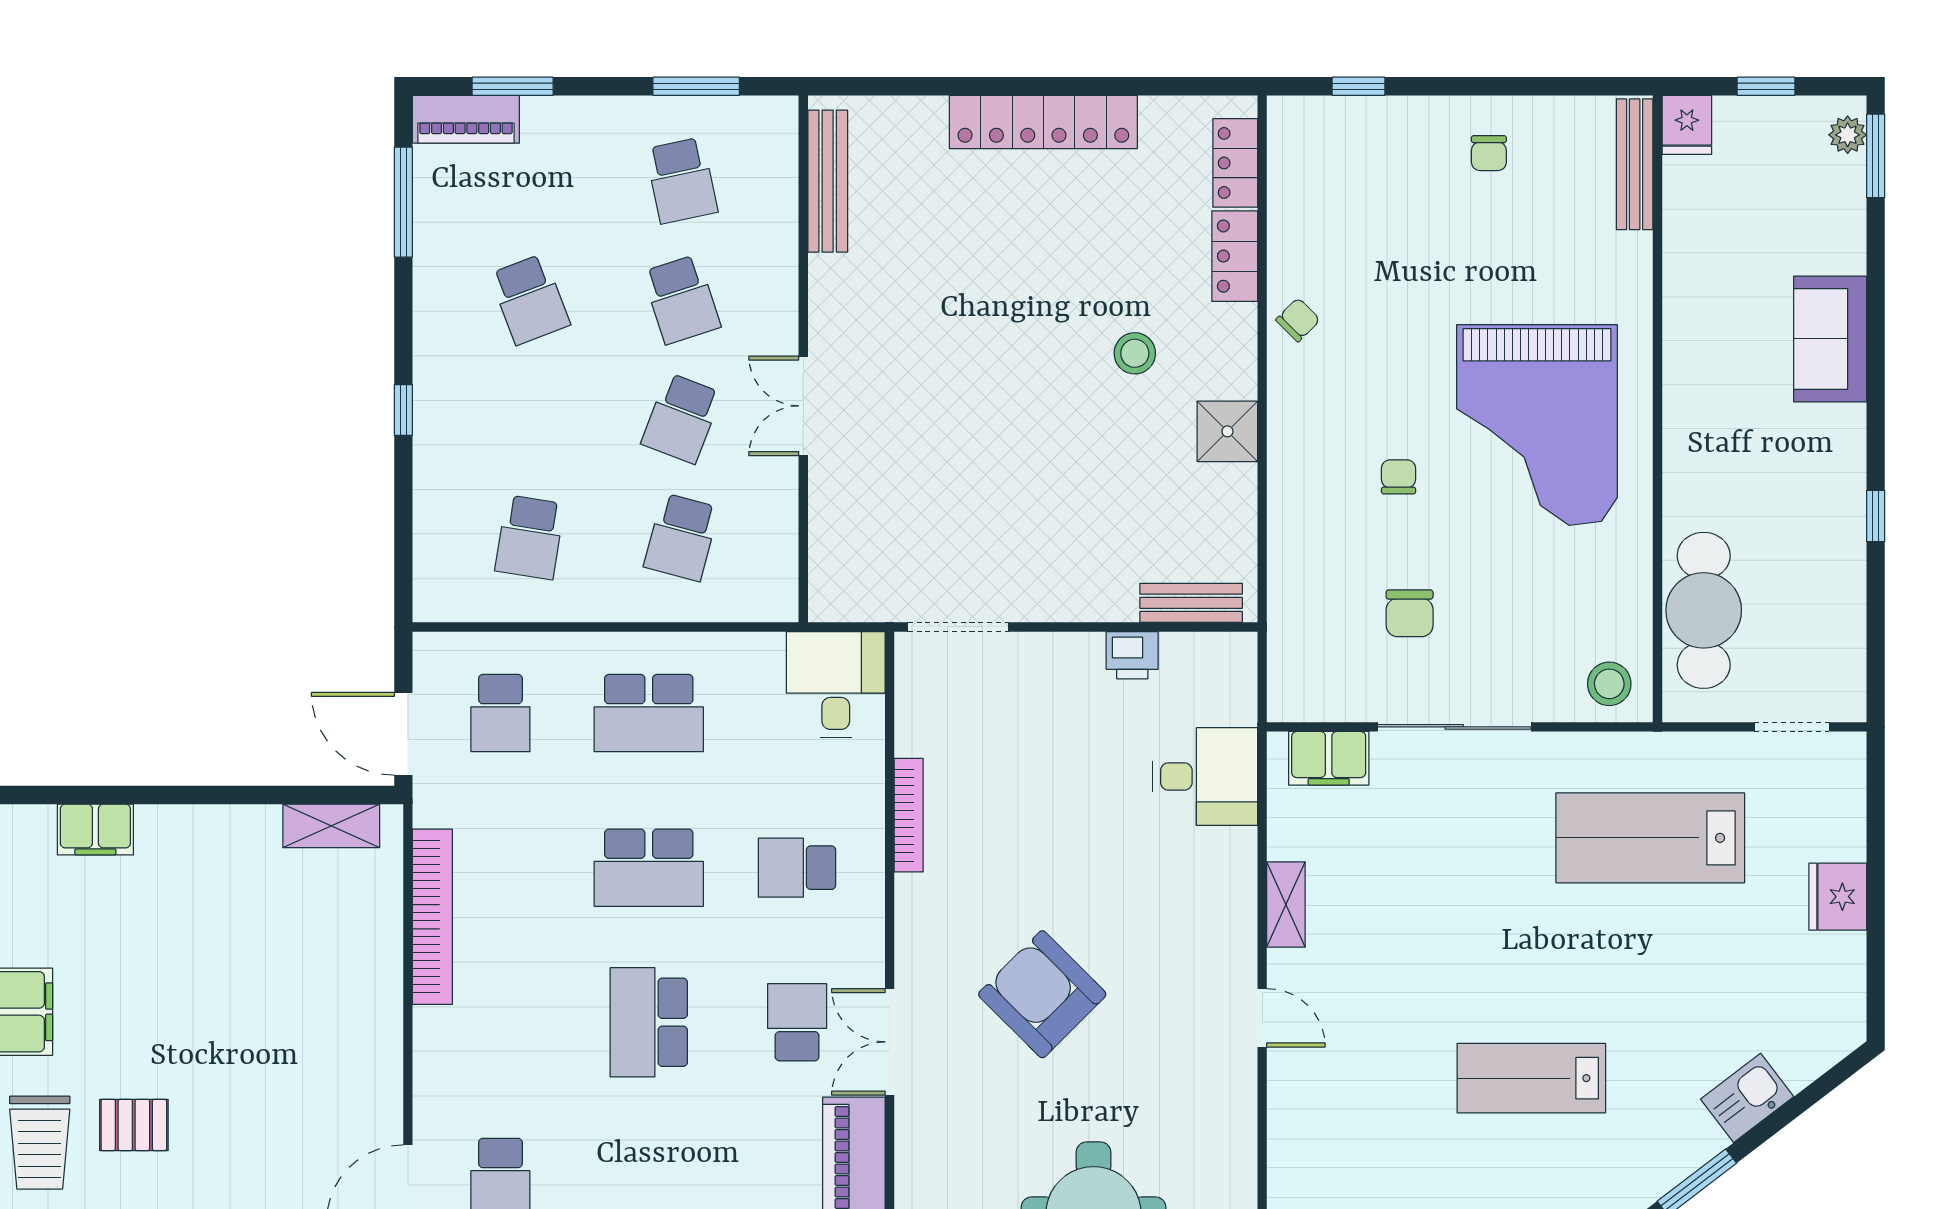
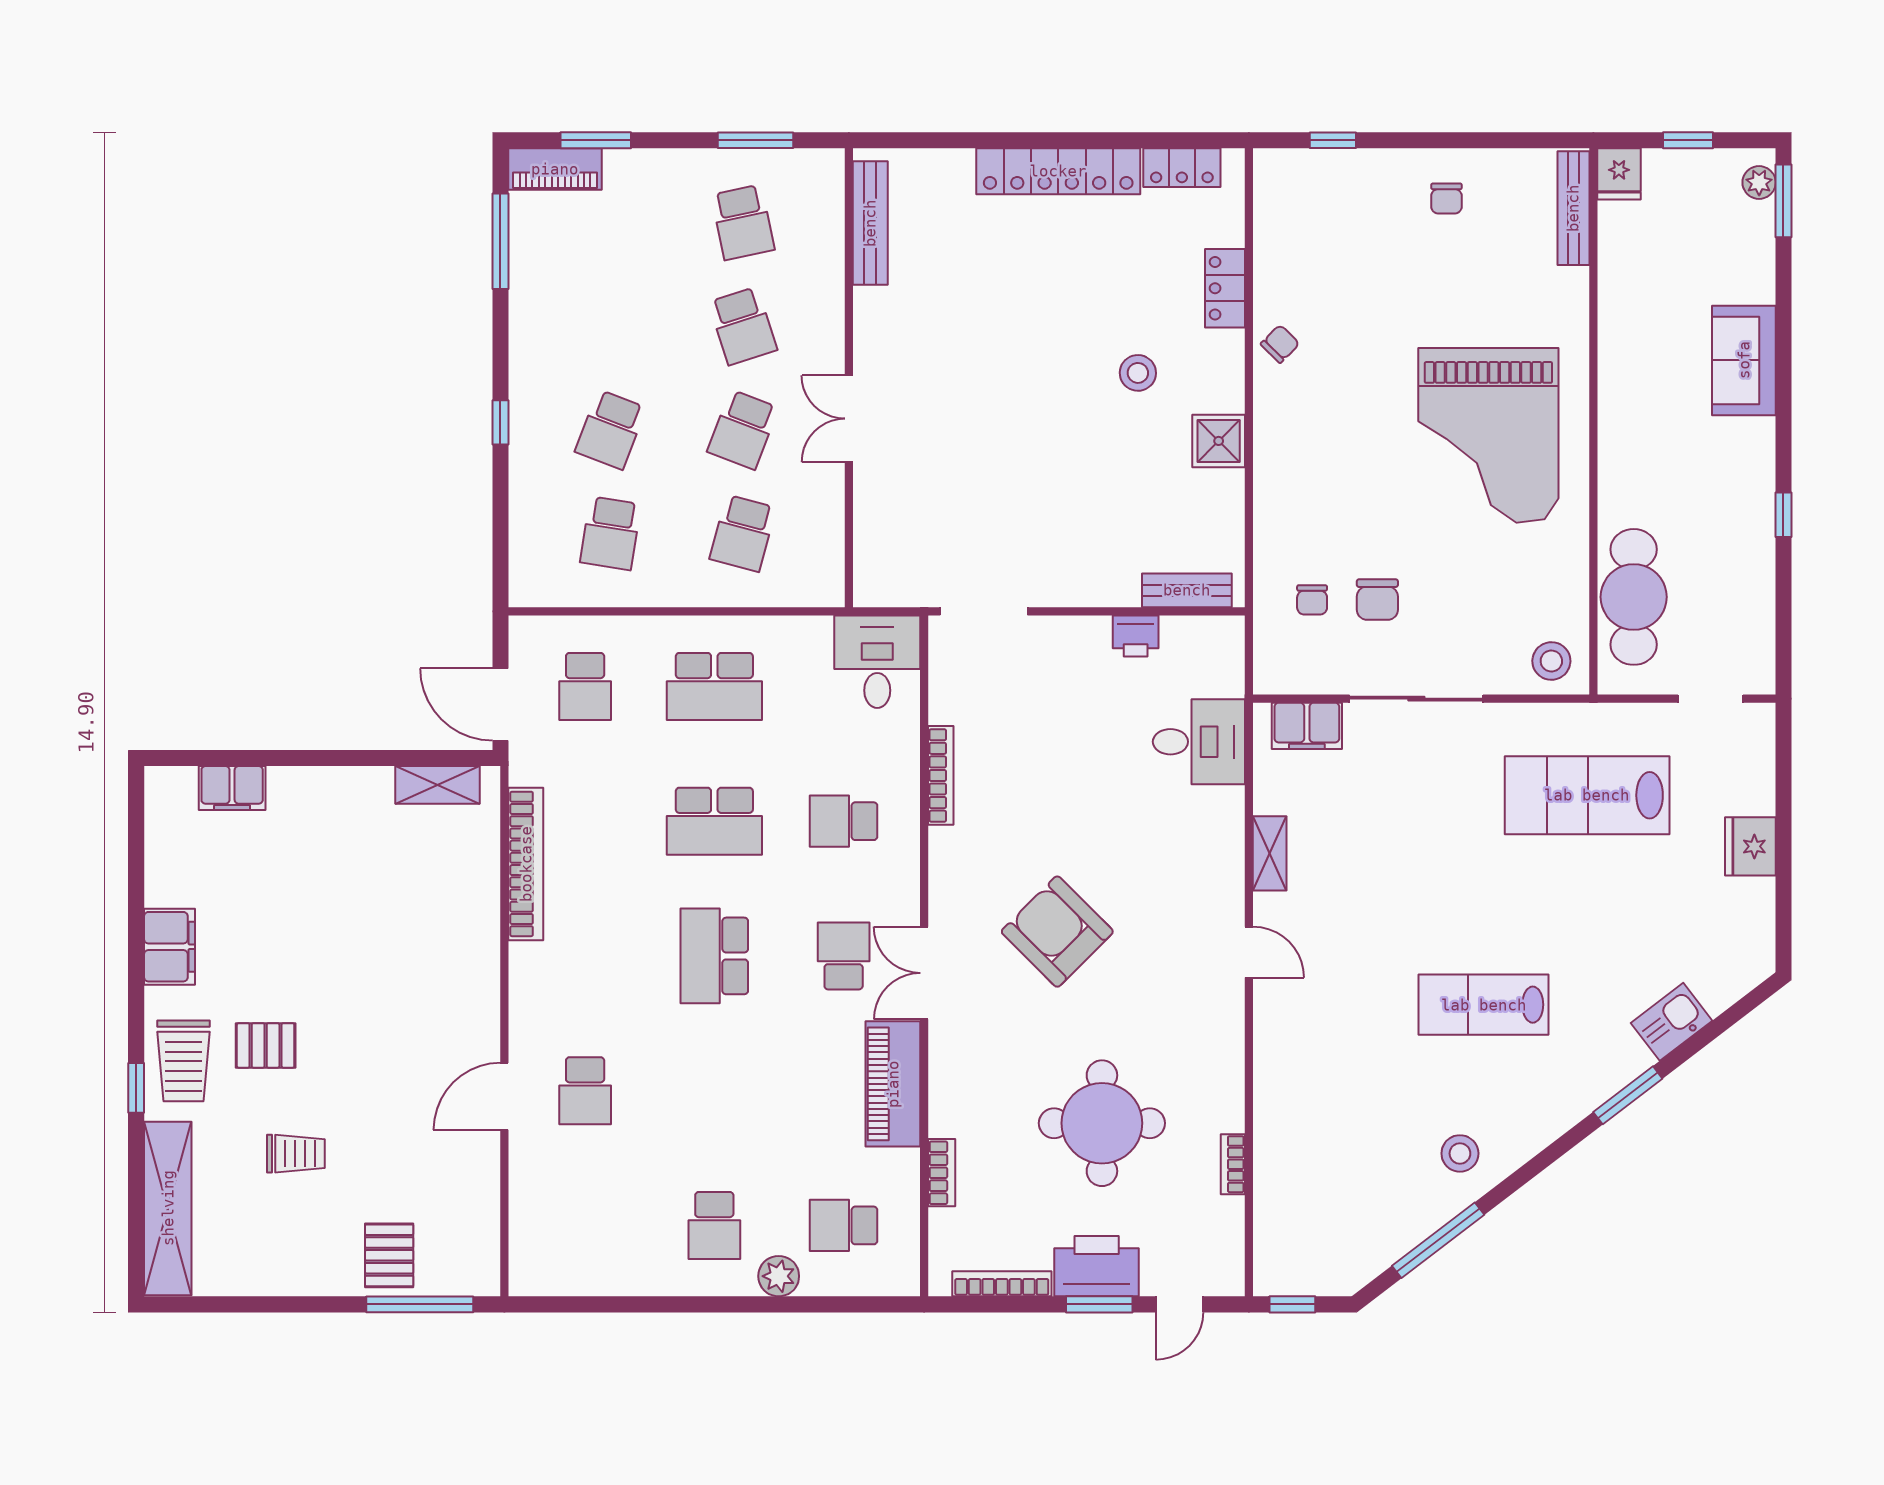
locker: (1235, 163) -> (1182, 168), moved, turned -90
school desk: (530, 299) -> (611, 430), moved, turned 42
chair: (1399, 477) -> (1312, 600), moved, turned 180

